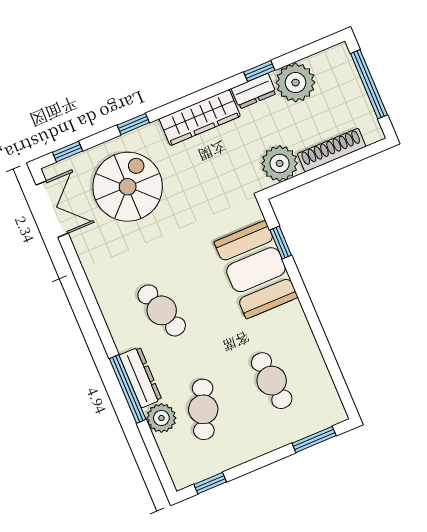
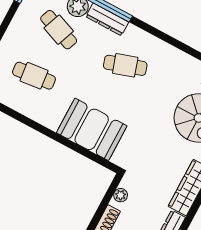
plant: (280, 163) -> (121, 195), width x0.53, depth x0.53
window: (281, 243) -> (90, 155), removed

